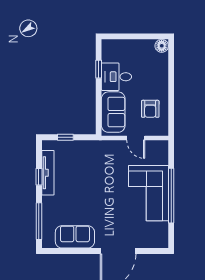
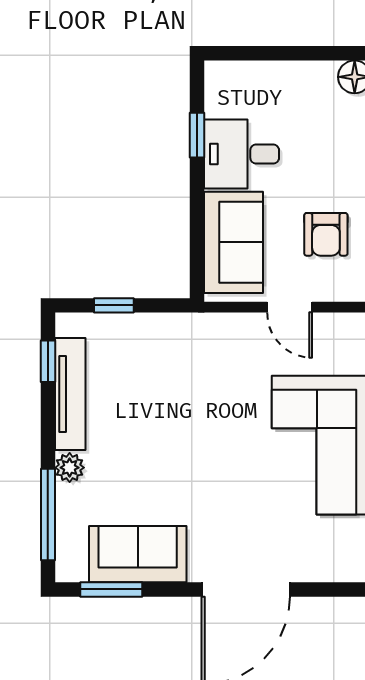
window: (39, 177) -> (48, 361), moved
plant: (48, 202) -> (70, 468), added
window: (64, 251) -> (111, 589), added

